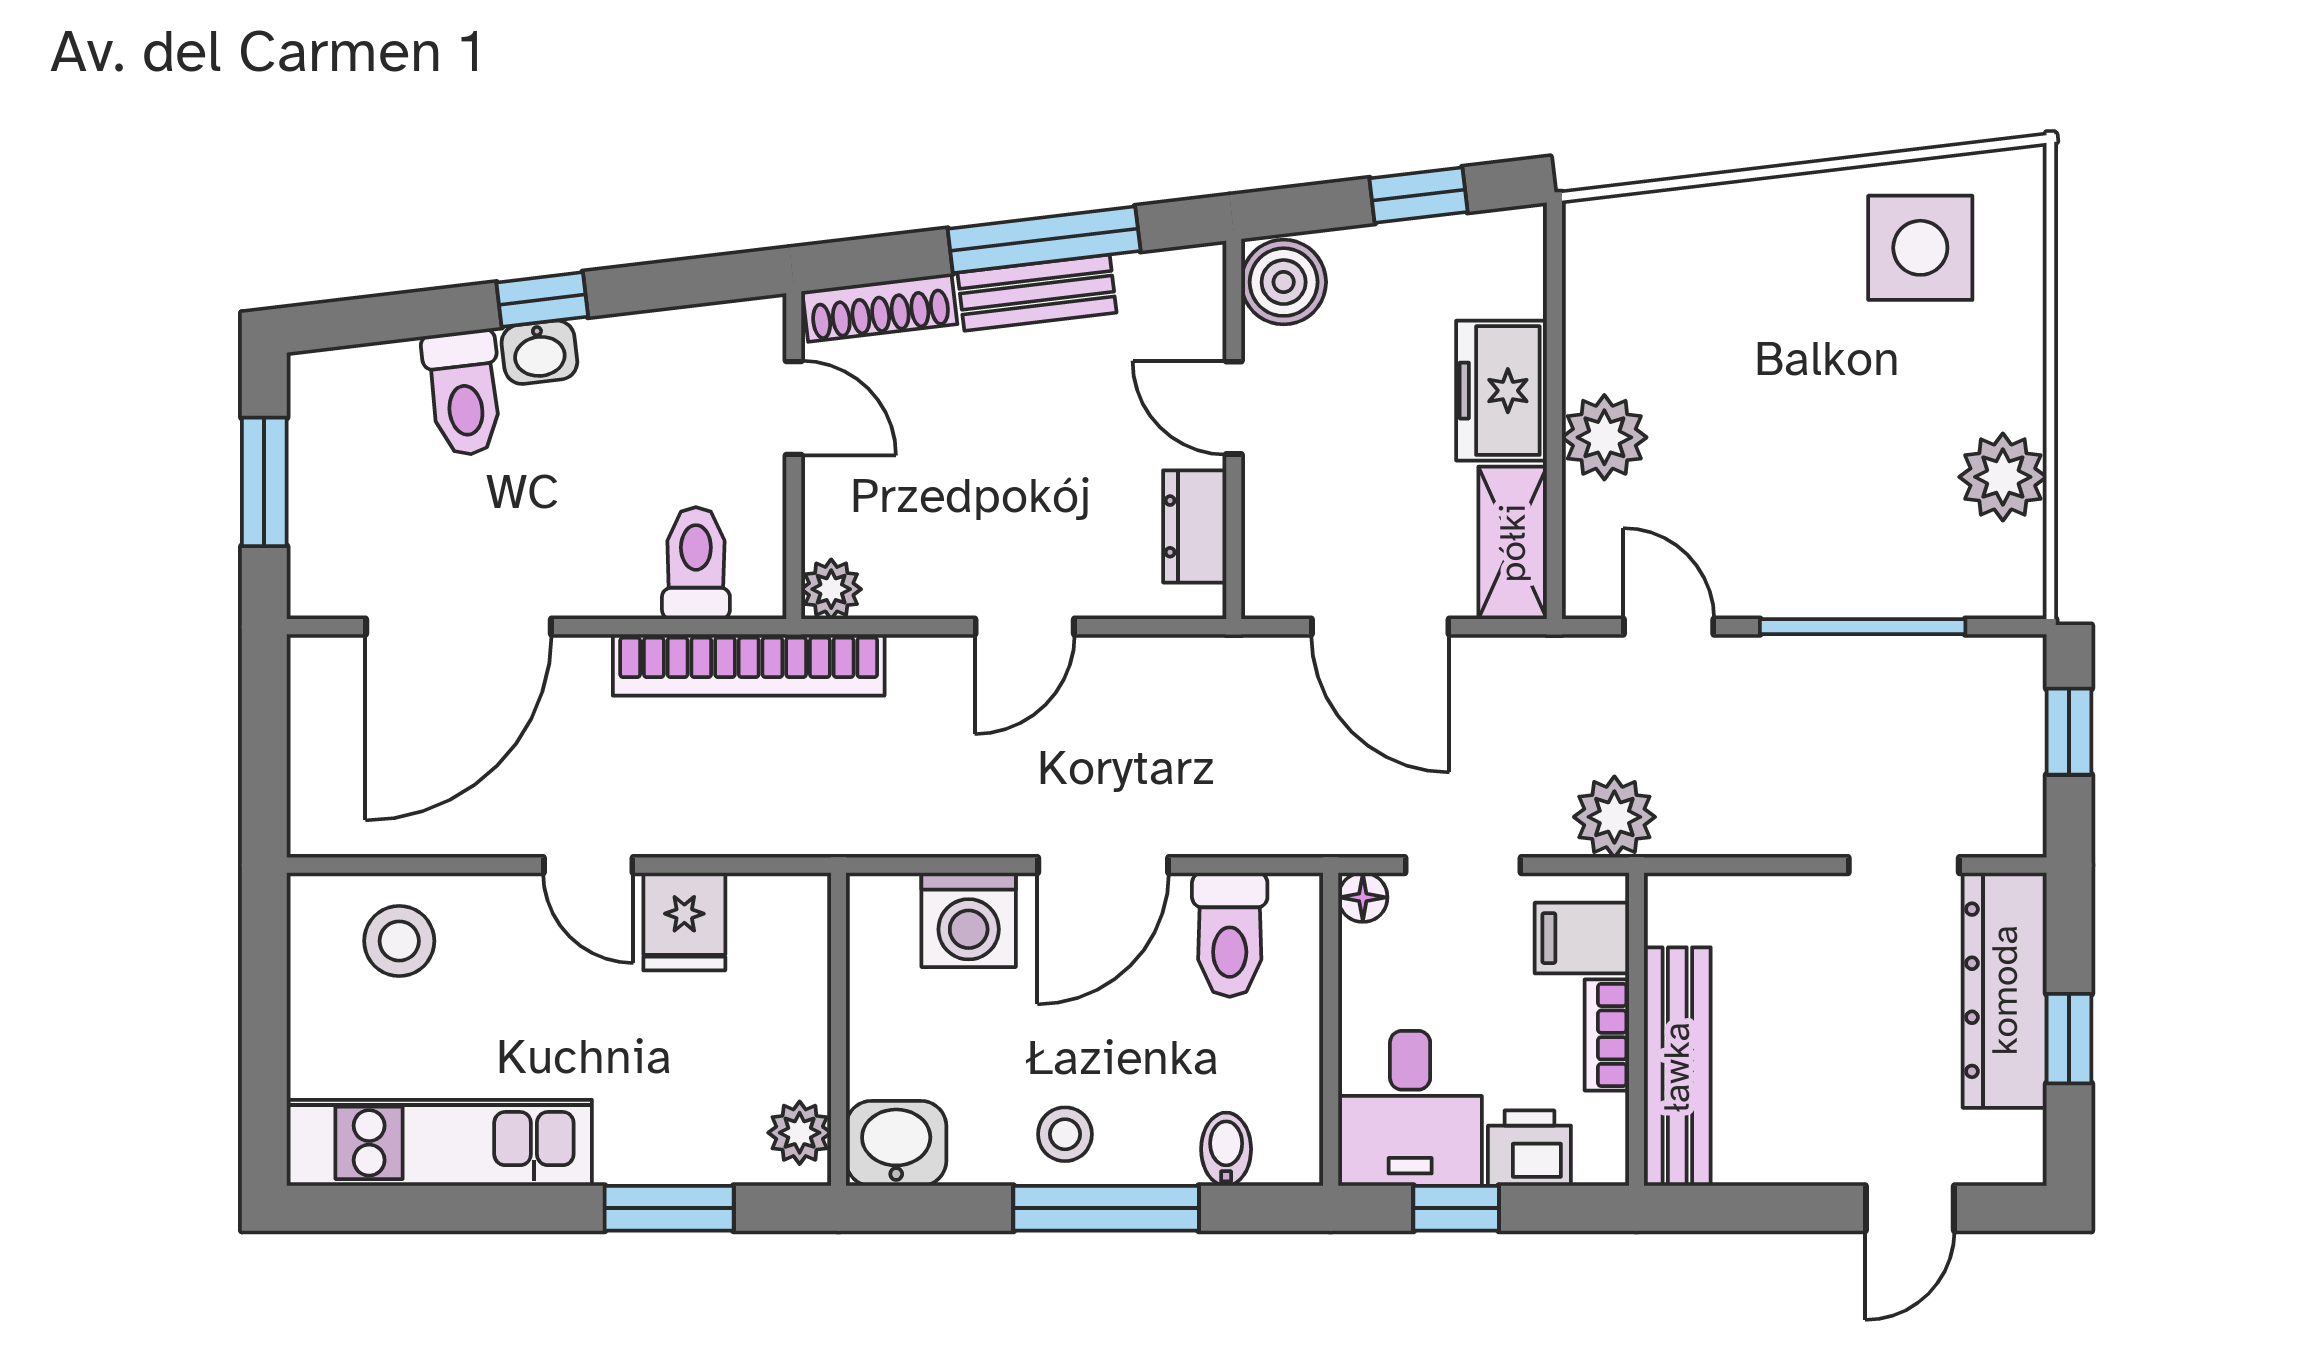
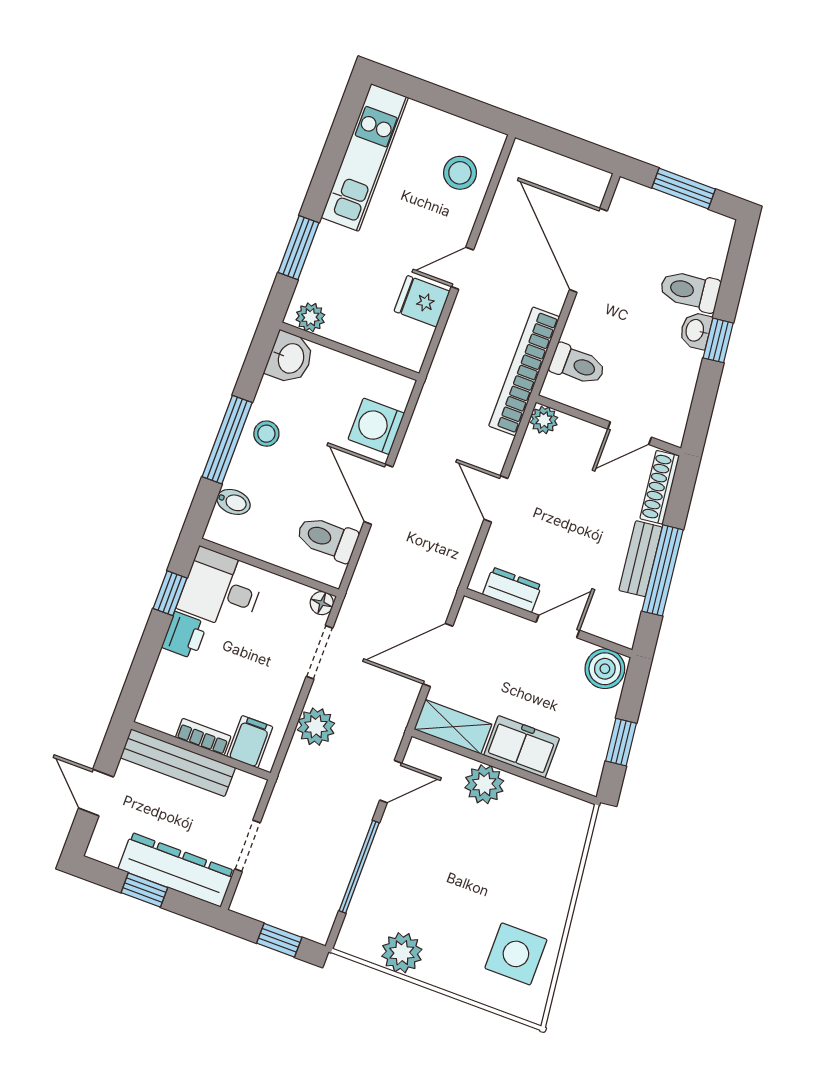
filing cabinet: (1582, 938) -> (250, 742), moved
wall: (1636, 1029) -> (201, 751), moved
bookcase: (1607, 1035) -> (203, 737), moved
bench: (1677, 1067) -> (178, 763), moved

